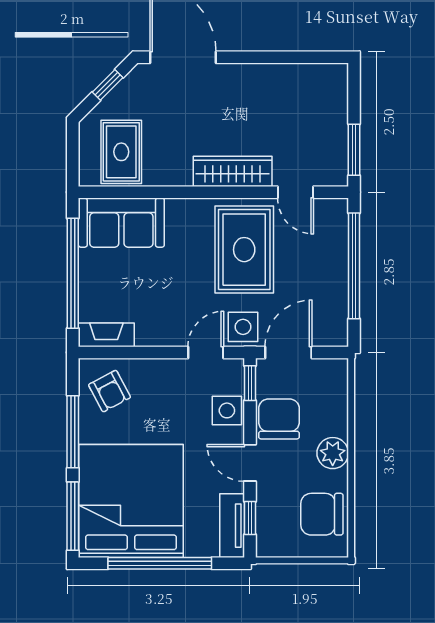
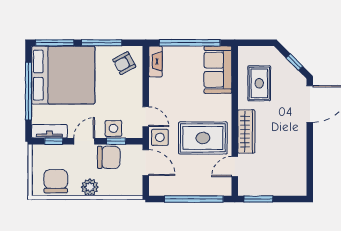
rug: (121, 152) -> (259, 83), moved, turned 90
window: (250, 383) -> (116, 141), moved

